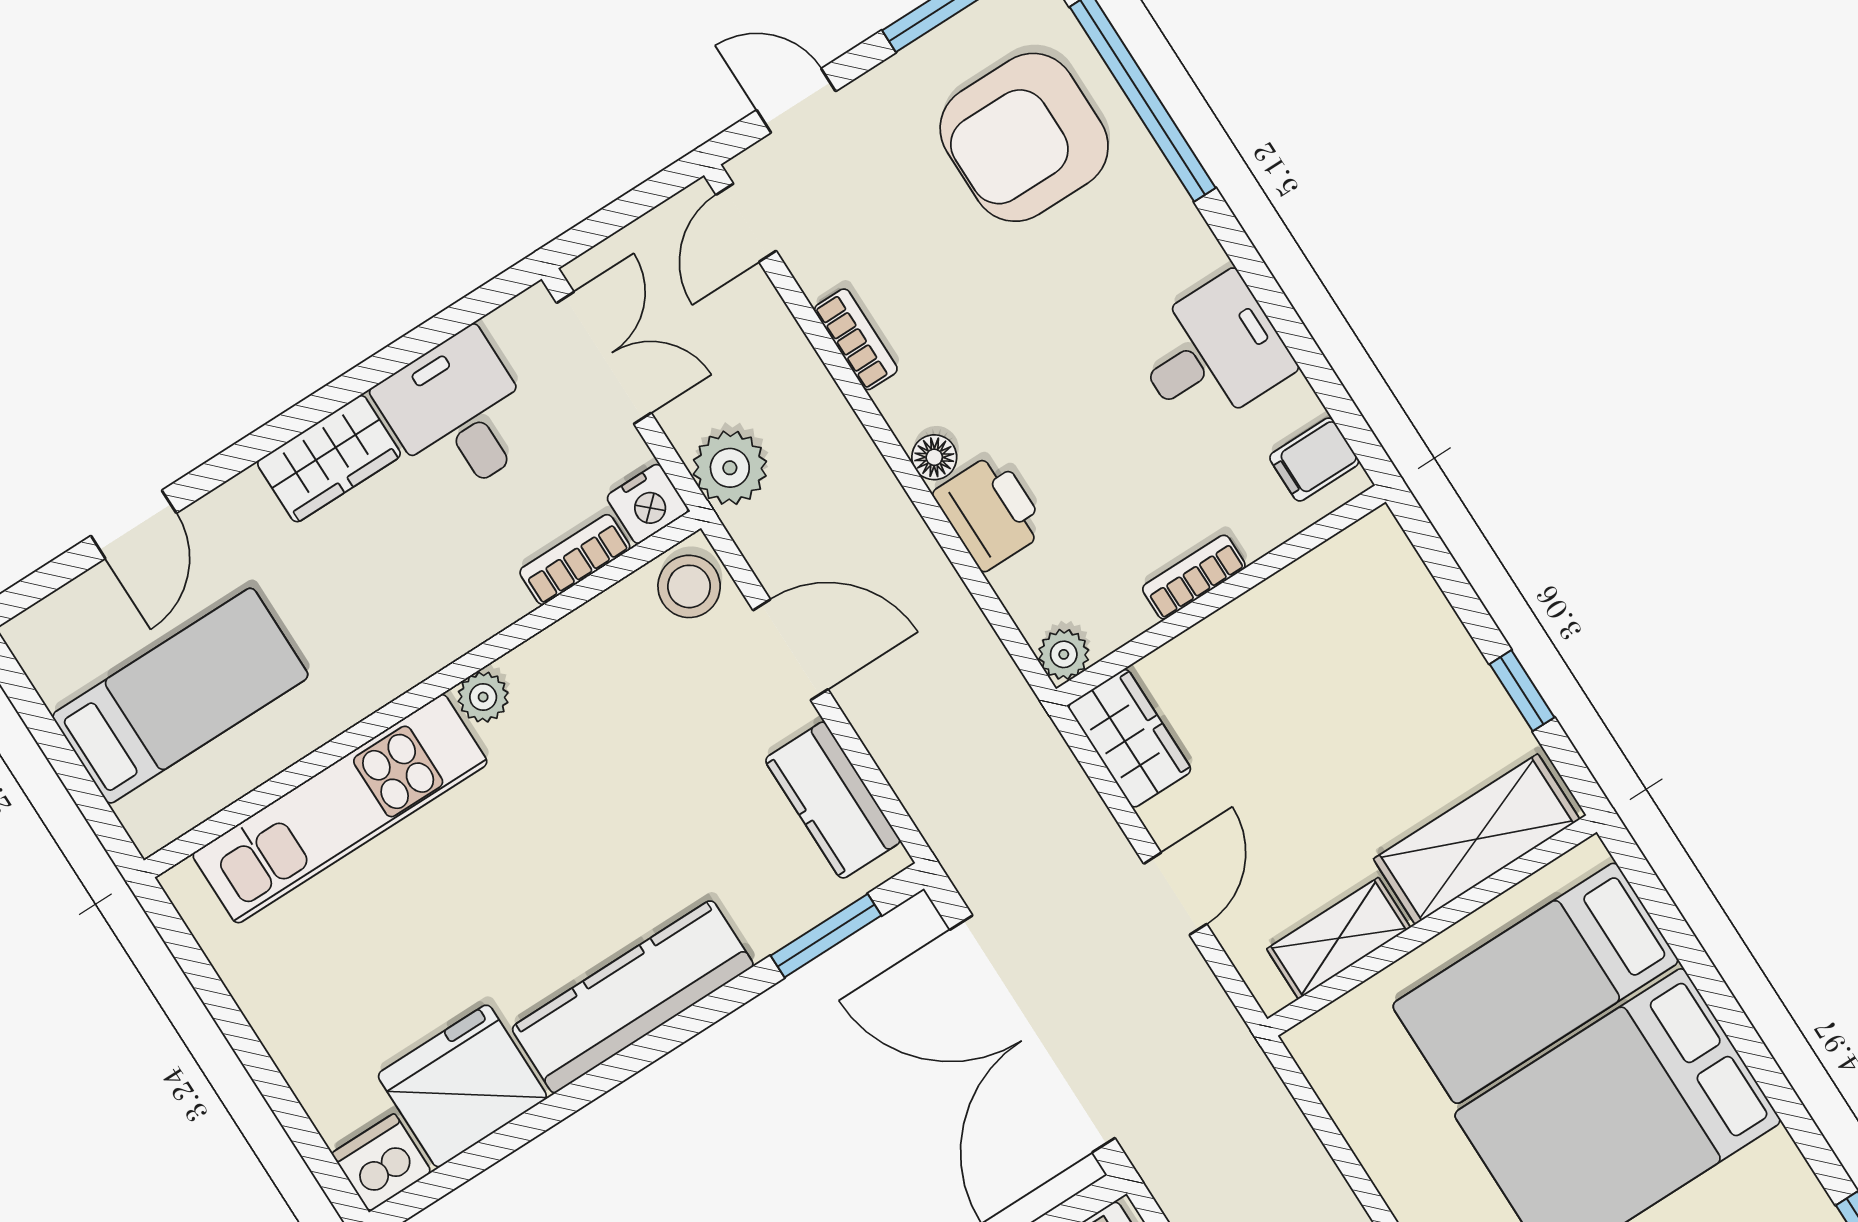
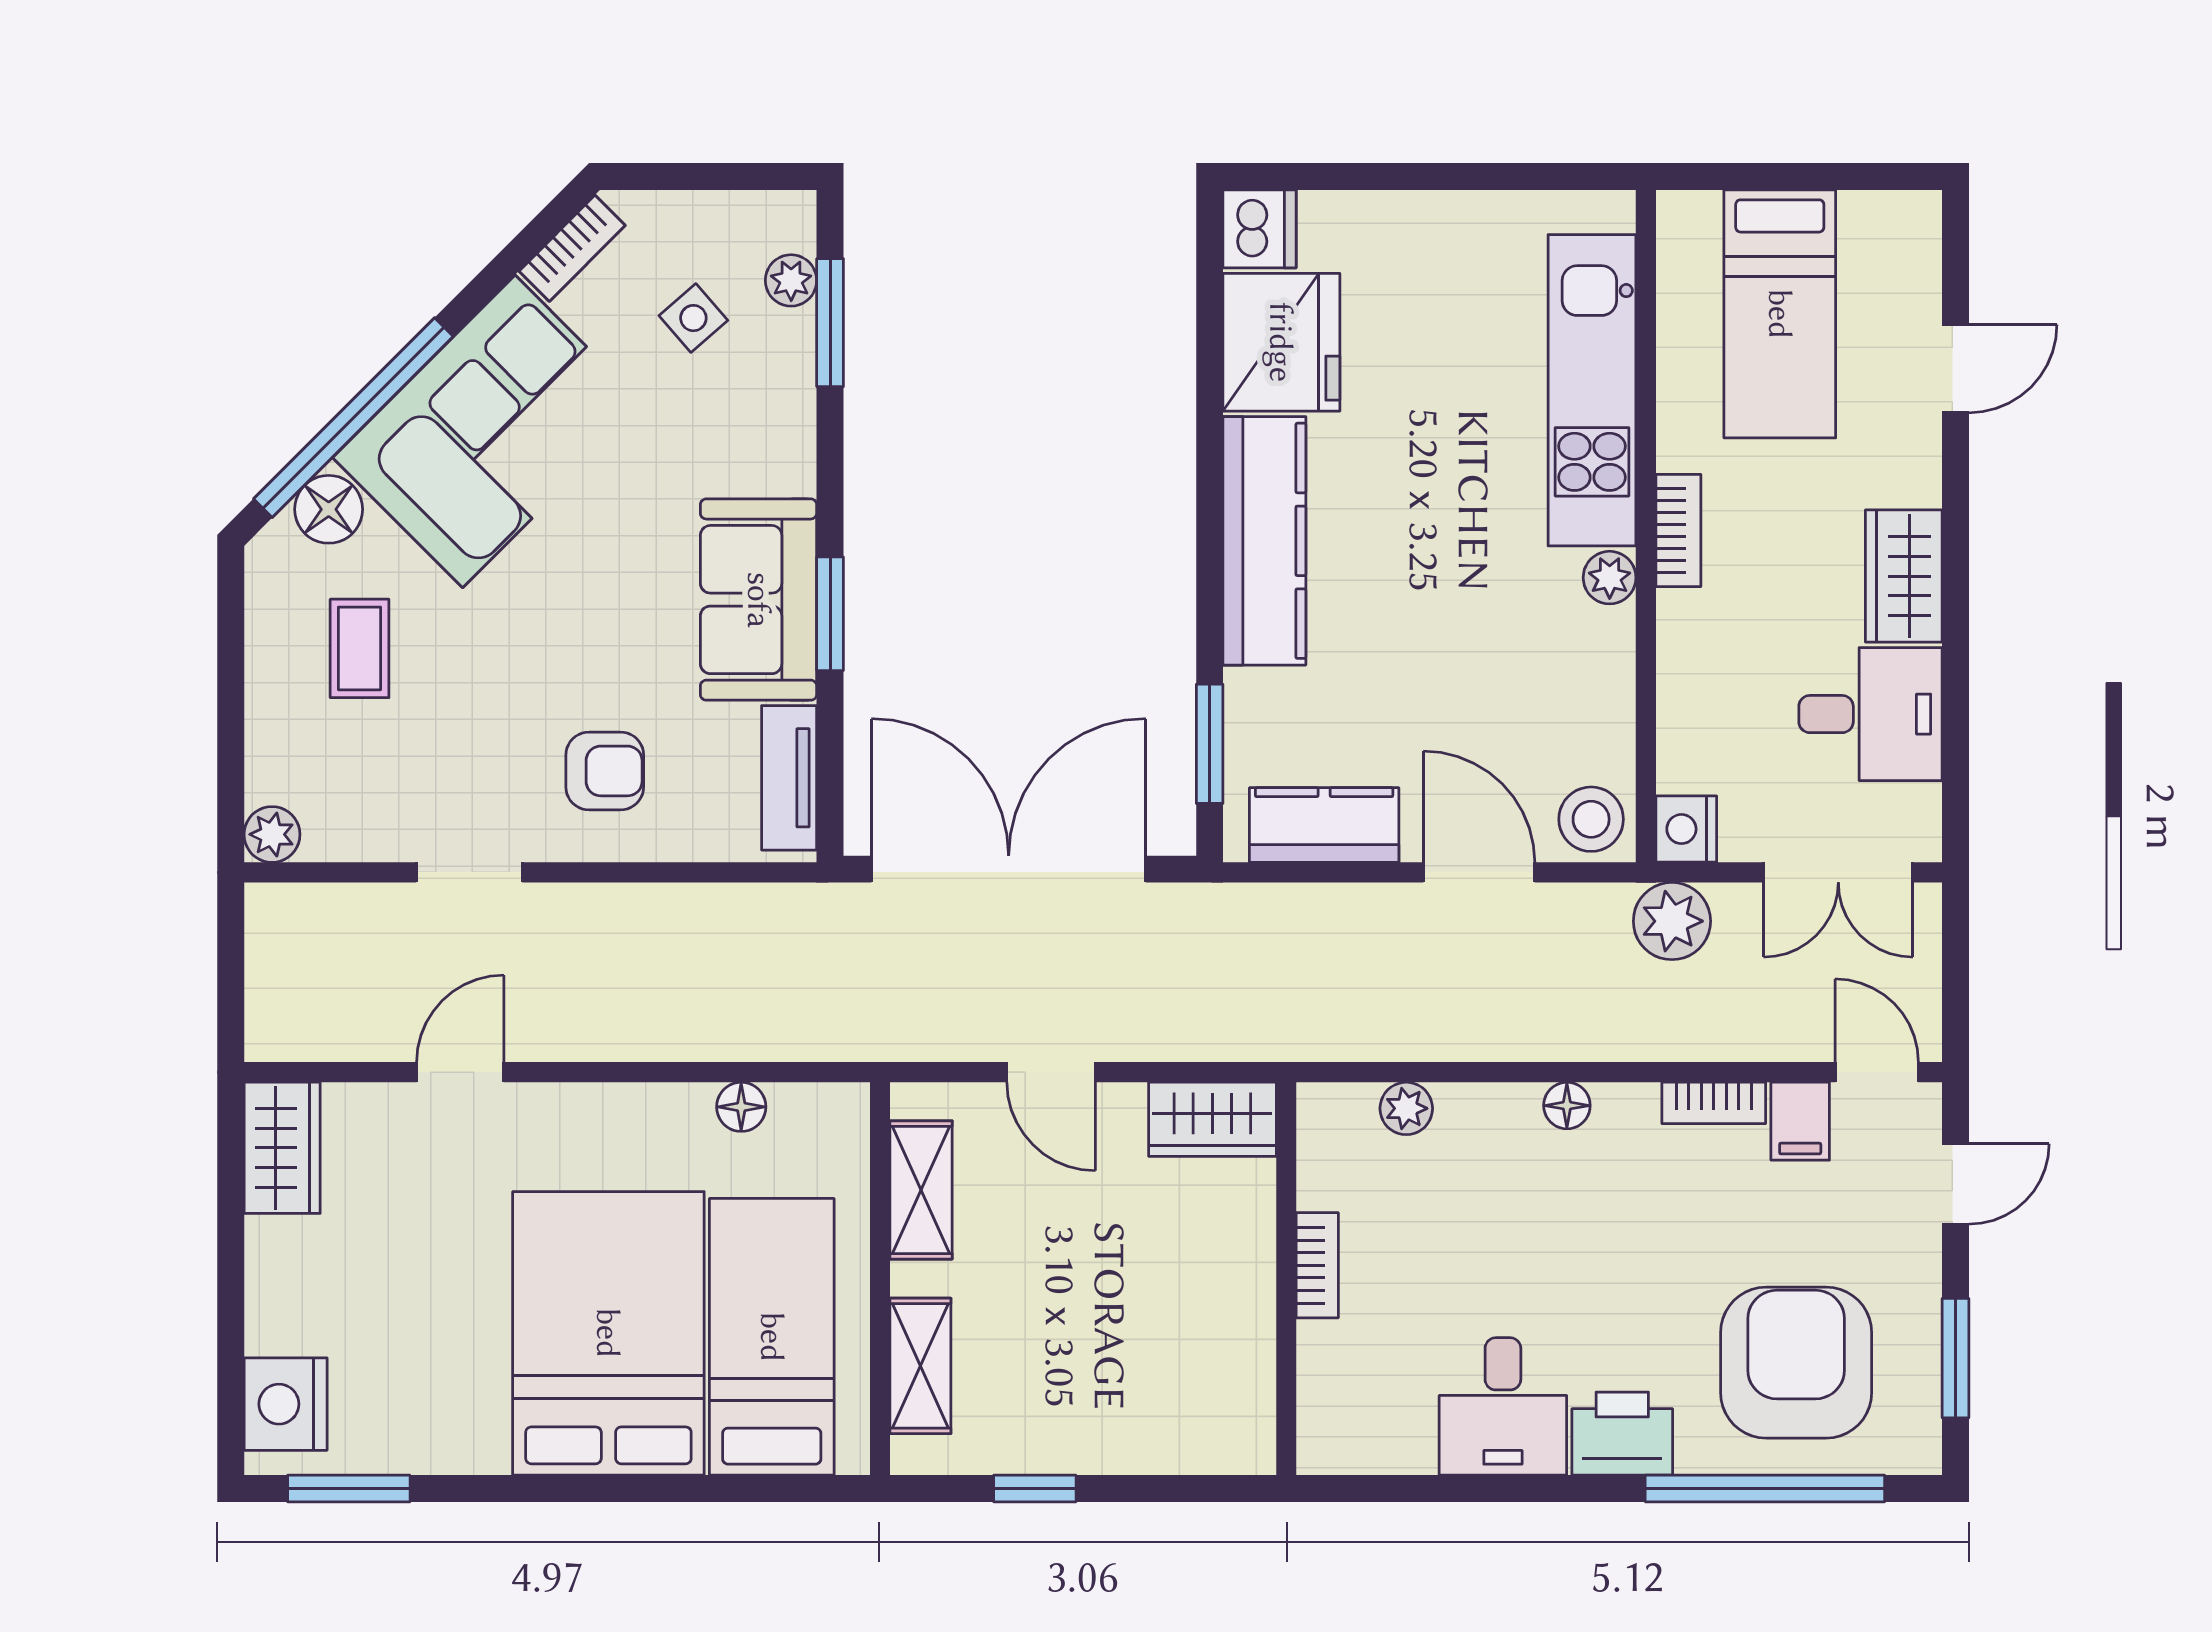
filing cabinet: (1314, 459) -> (1800, 1121), moved, turned 180
printer: (990, 512) -> (1622, 1434), moved, turned 180
door: (134, 524) -> (1956, 369), swing flipped
bookcase: (575, 560) -> (1678, 530), moved
door: (791, 650) -> (1479, 872), swing flipped
plant: (1064, 654) -> (1406, 1108), moved
shelving: (1477, 839) -> (920, 1366), width x0.67, depth x0.75
floor lamp: (1364, 1128) -> (741, 1107), added

